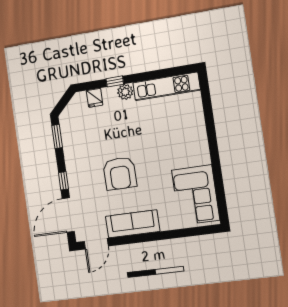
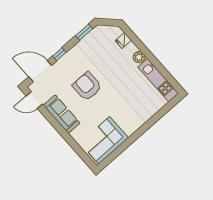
window: (115, 81) -> (141, 46), removed
armchair: (120, 173) -> (87, 86), turned 90

